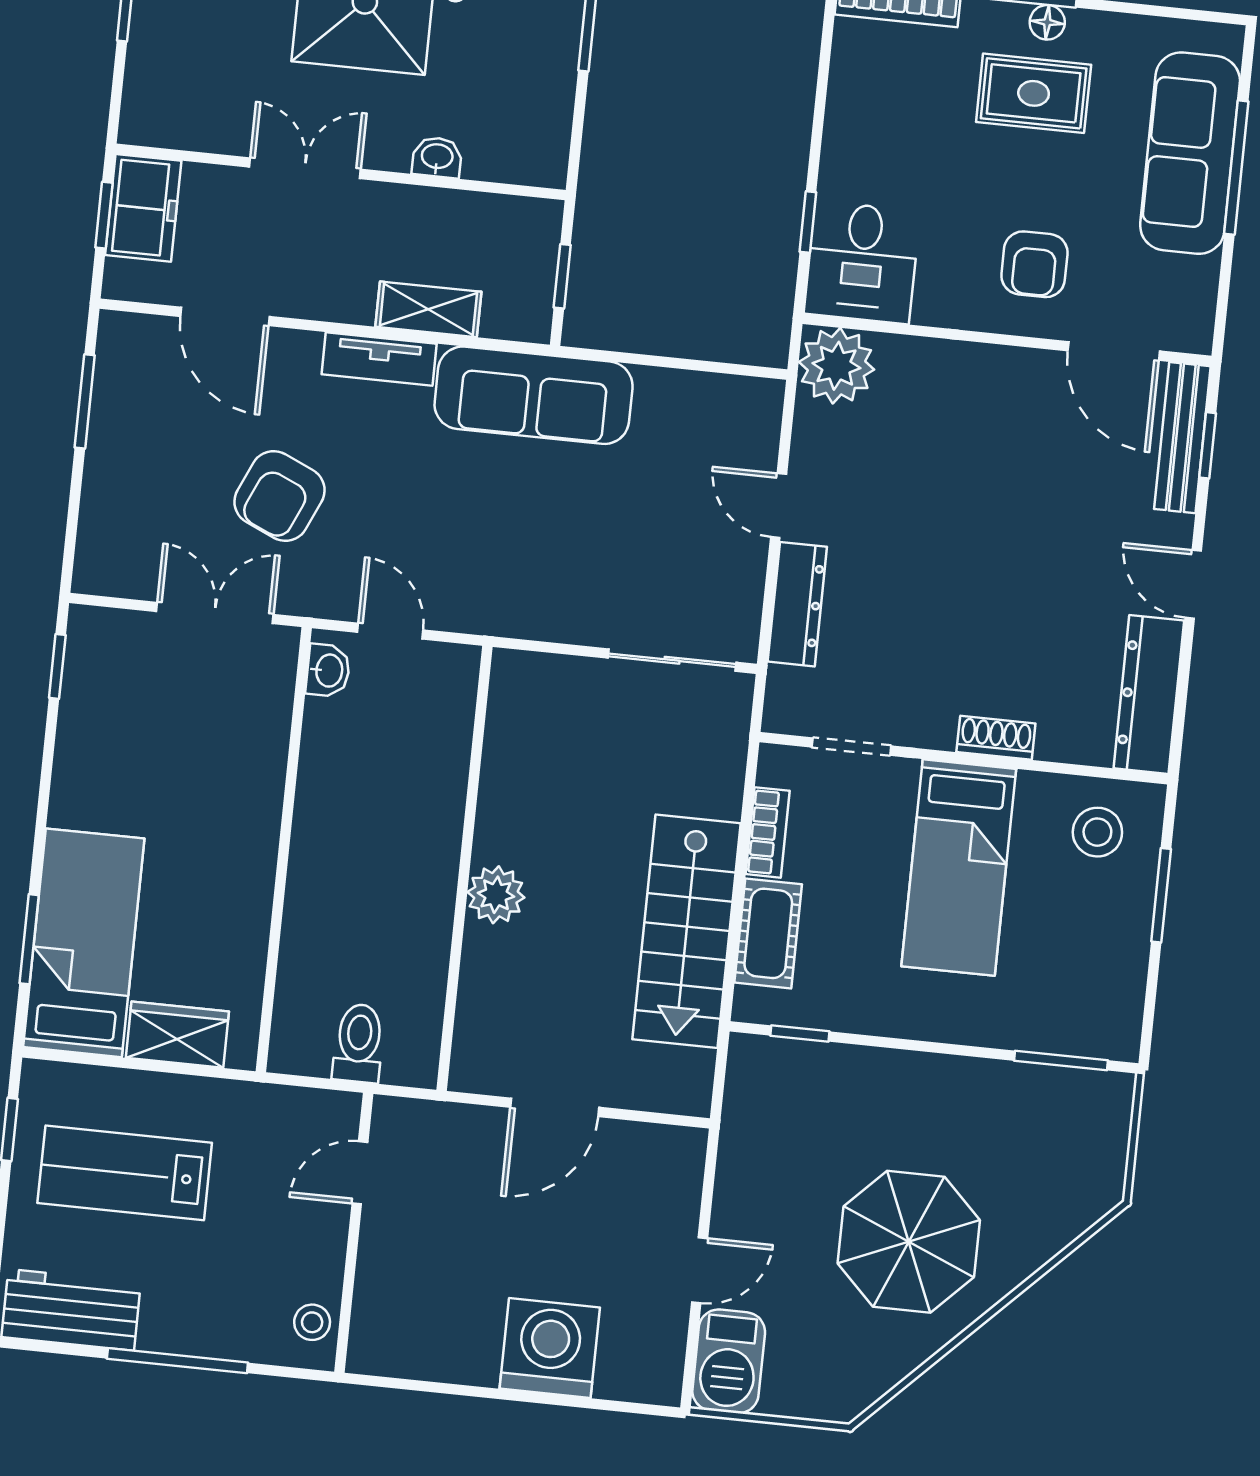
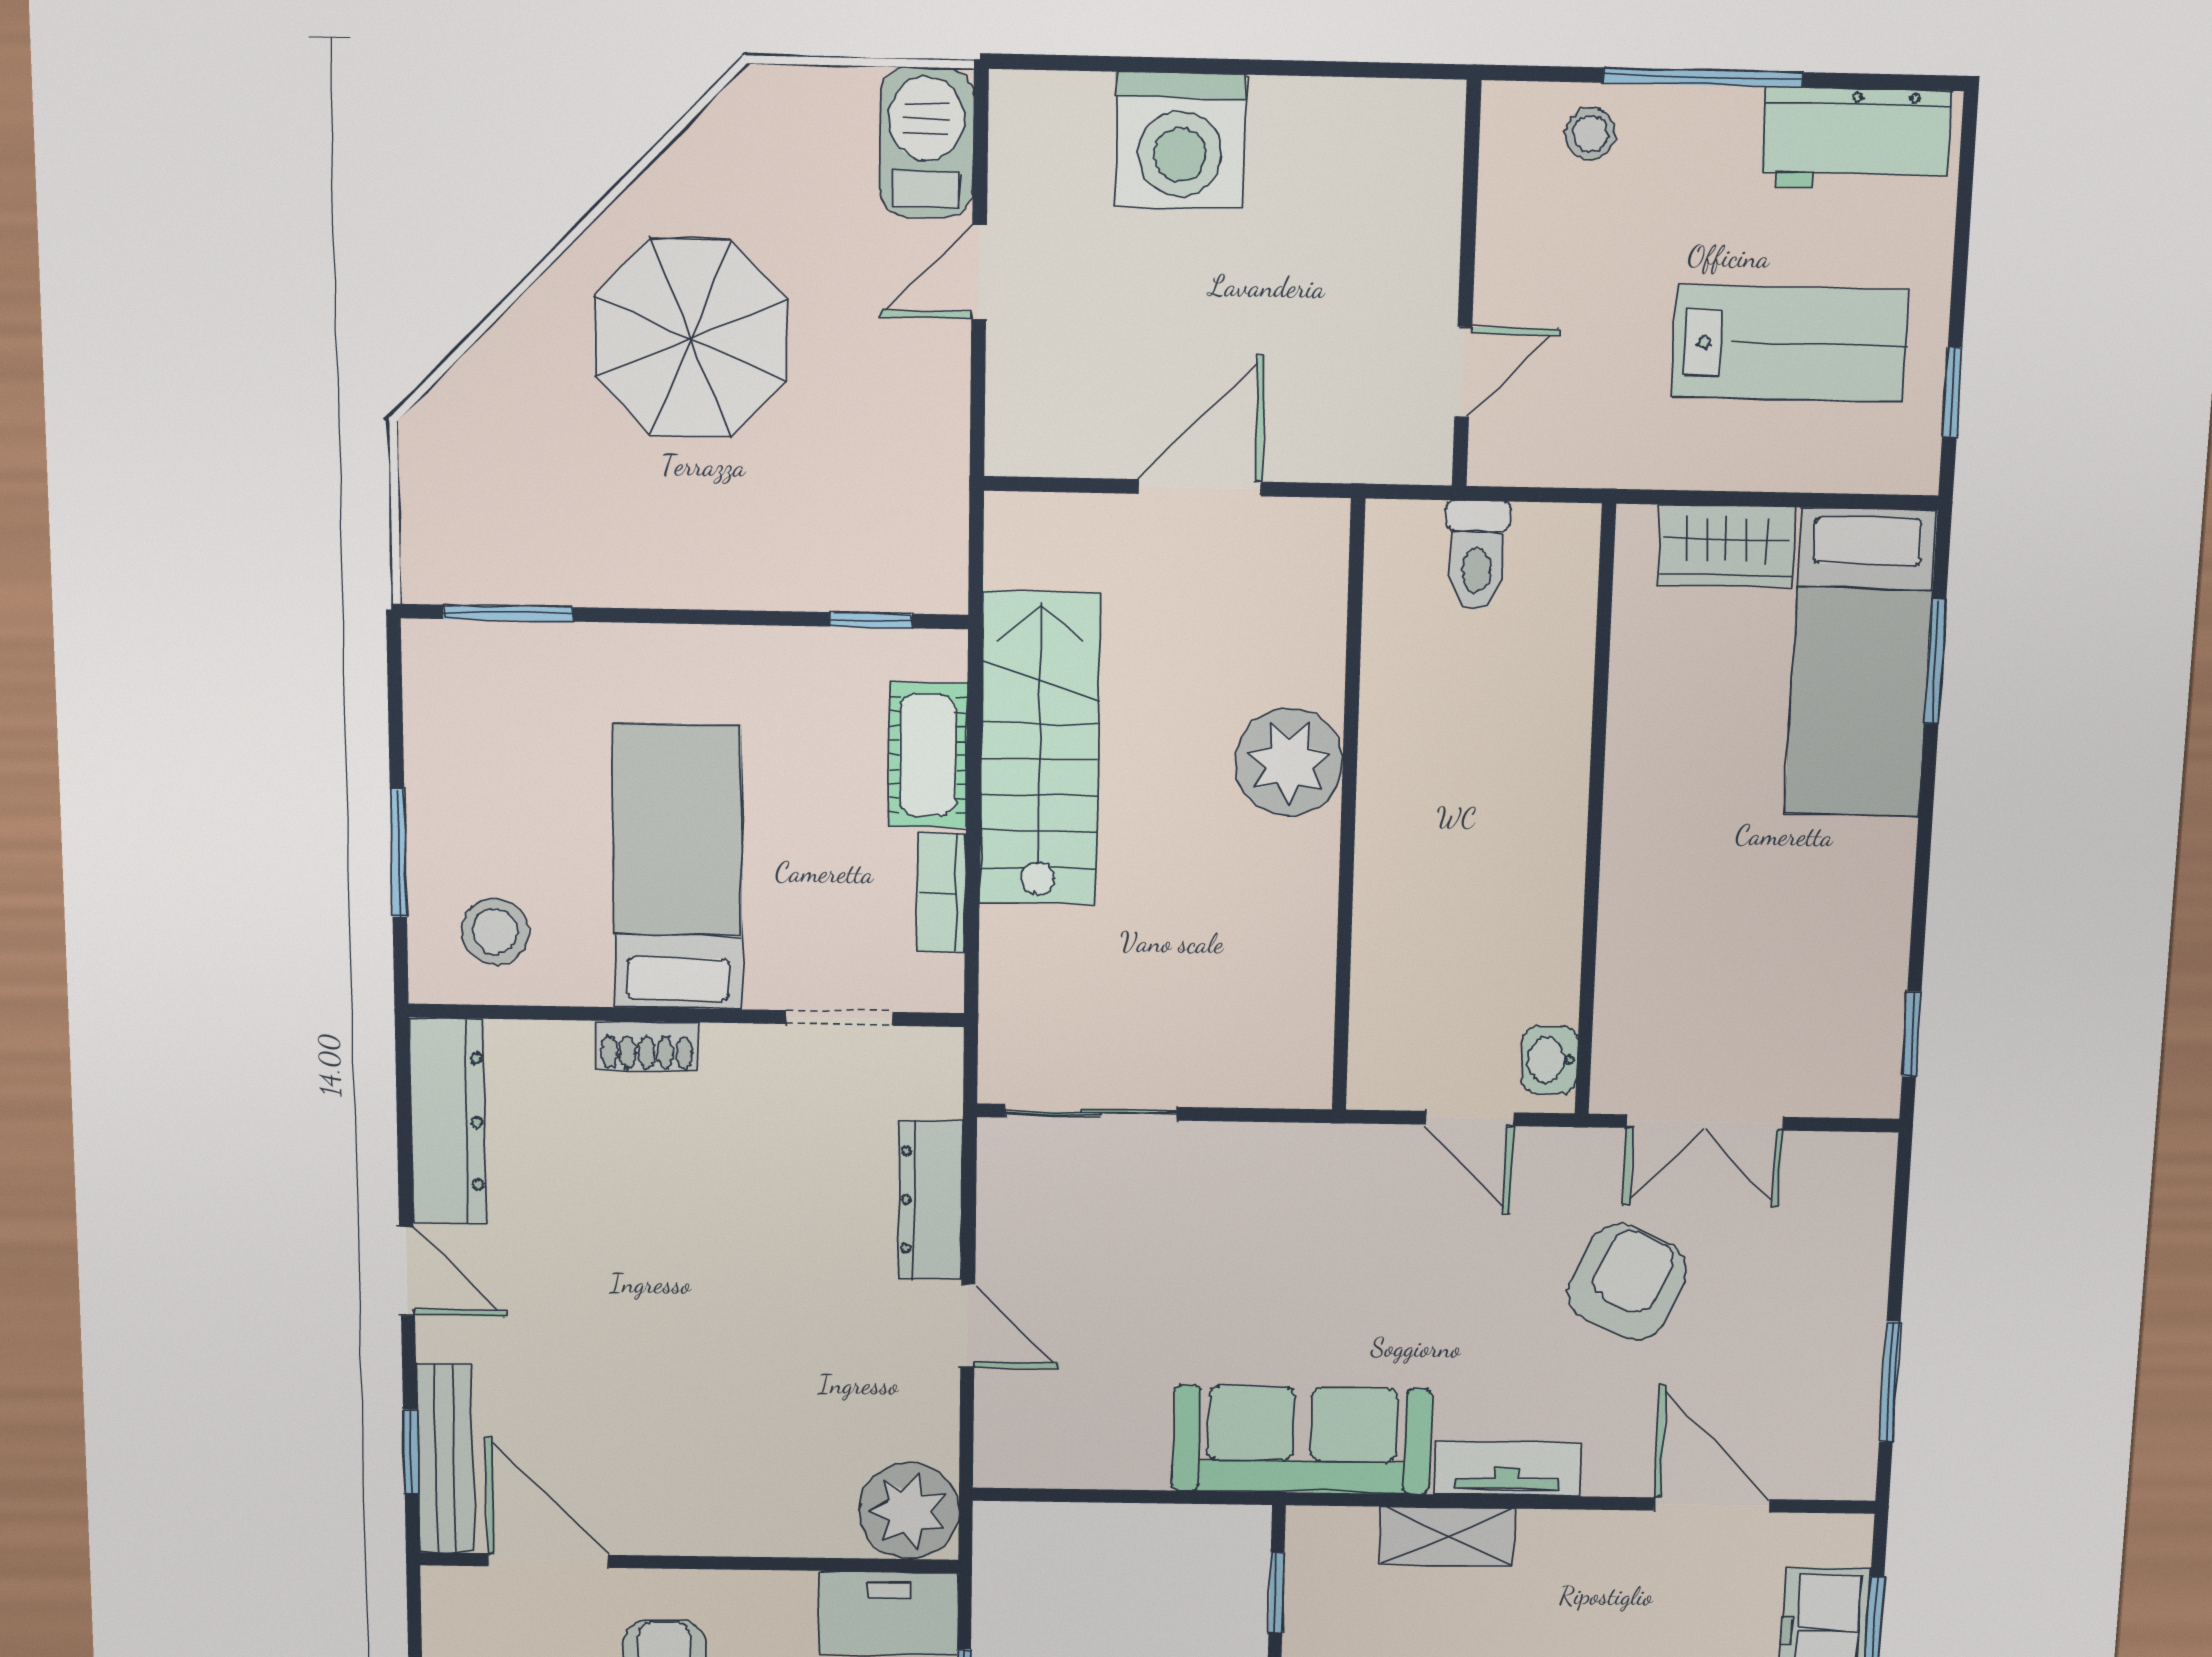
plant: (496, 895) -> (1289, 762), width x1.36, depth x1.36
stool: (312, 1322) -> (1590, 134), moved

